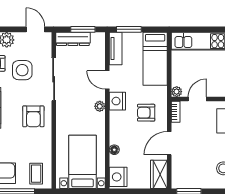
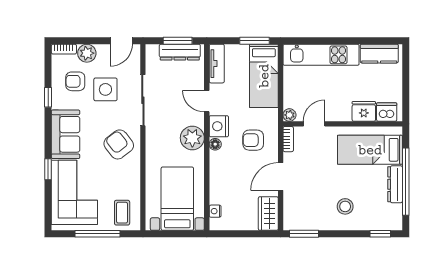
door: (35, 29) -> (121, 41), swing flipped
window: (129, 29) -> (254, 41), moved
dresser: (73, 39) -> (180, 52), moved
plant: (100, 106) -> (192, 138), width x1.88, depth x1.88
armchair: (33, 116) -> (119, 144), turned 142
floor lamp: (114, 150) -> (215, 144), moved
nightstand: (118, 177) -> (215, 211), width x0.53, depth x0.56

